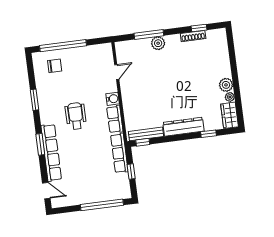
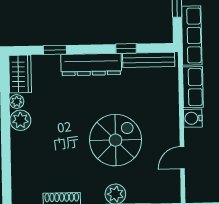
spiral stairs: (162, 79) -> (116, 140), added
window: (143, 142) -> (126, 49), moved

